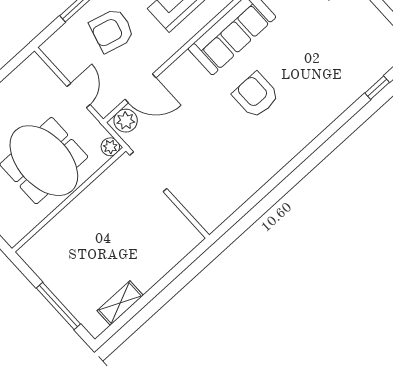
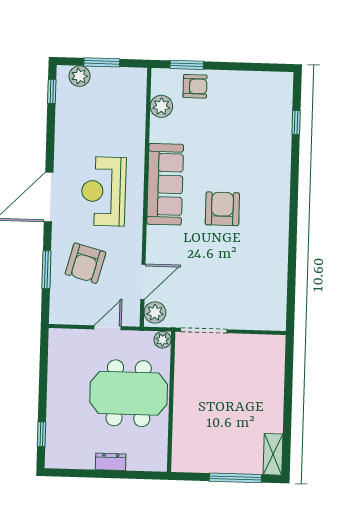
door: (79, 95) -> (108, 328), hinge flipped
armchair: (256, 95) -> (222, 209), turned 90
shelving: (120, 303) -> (273, 454), moved

